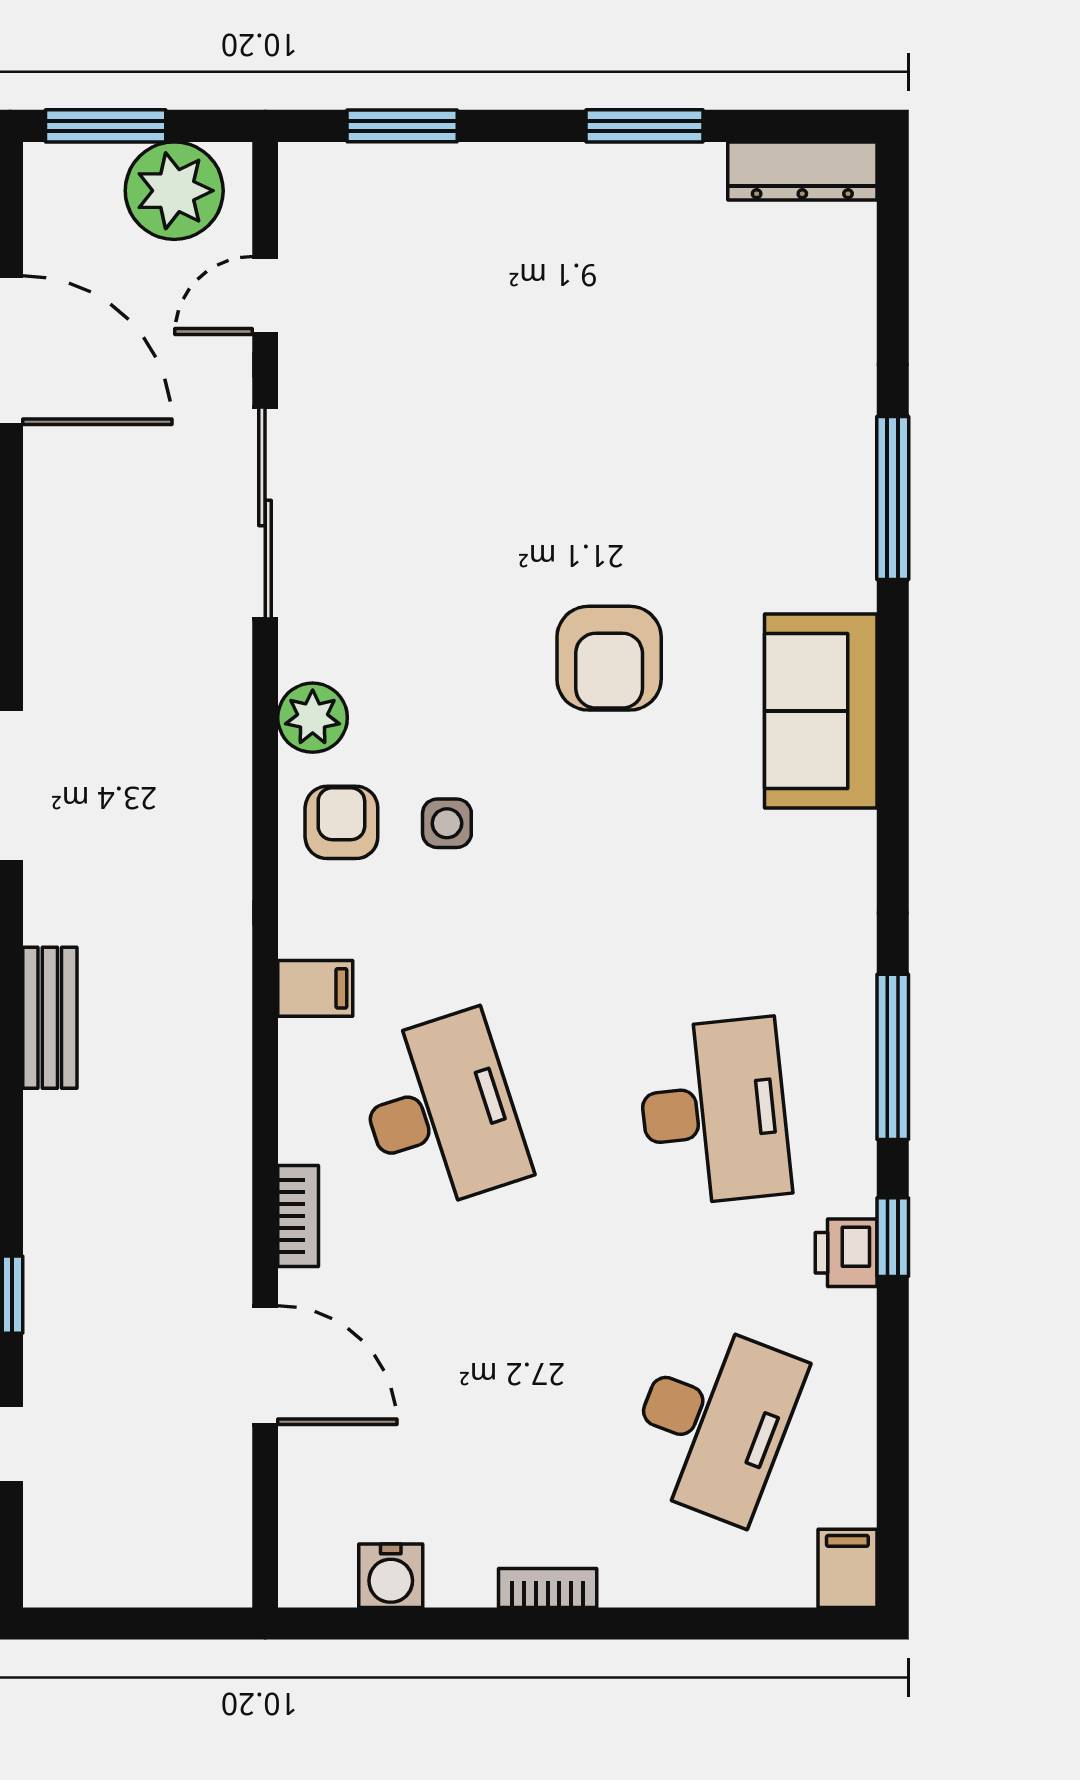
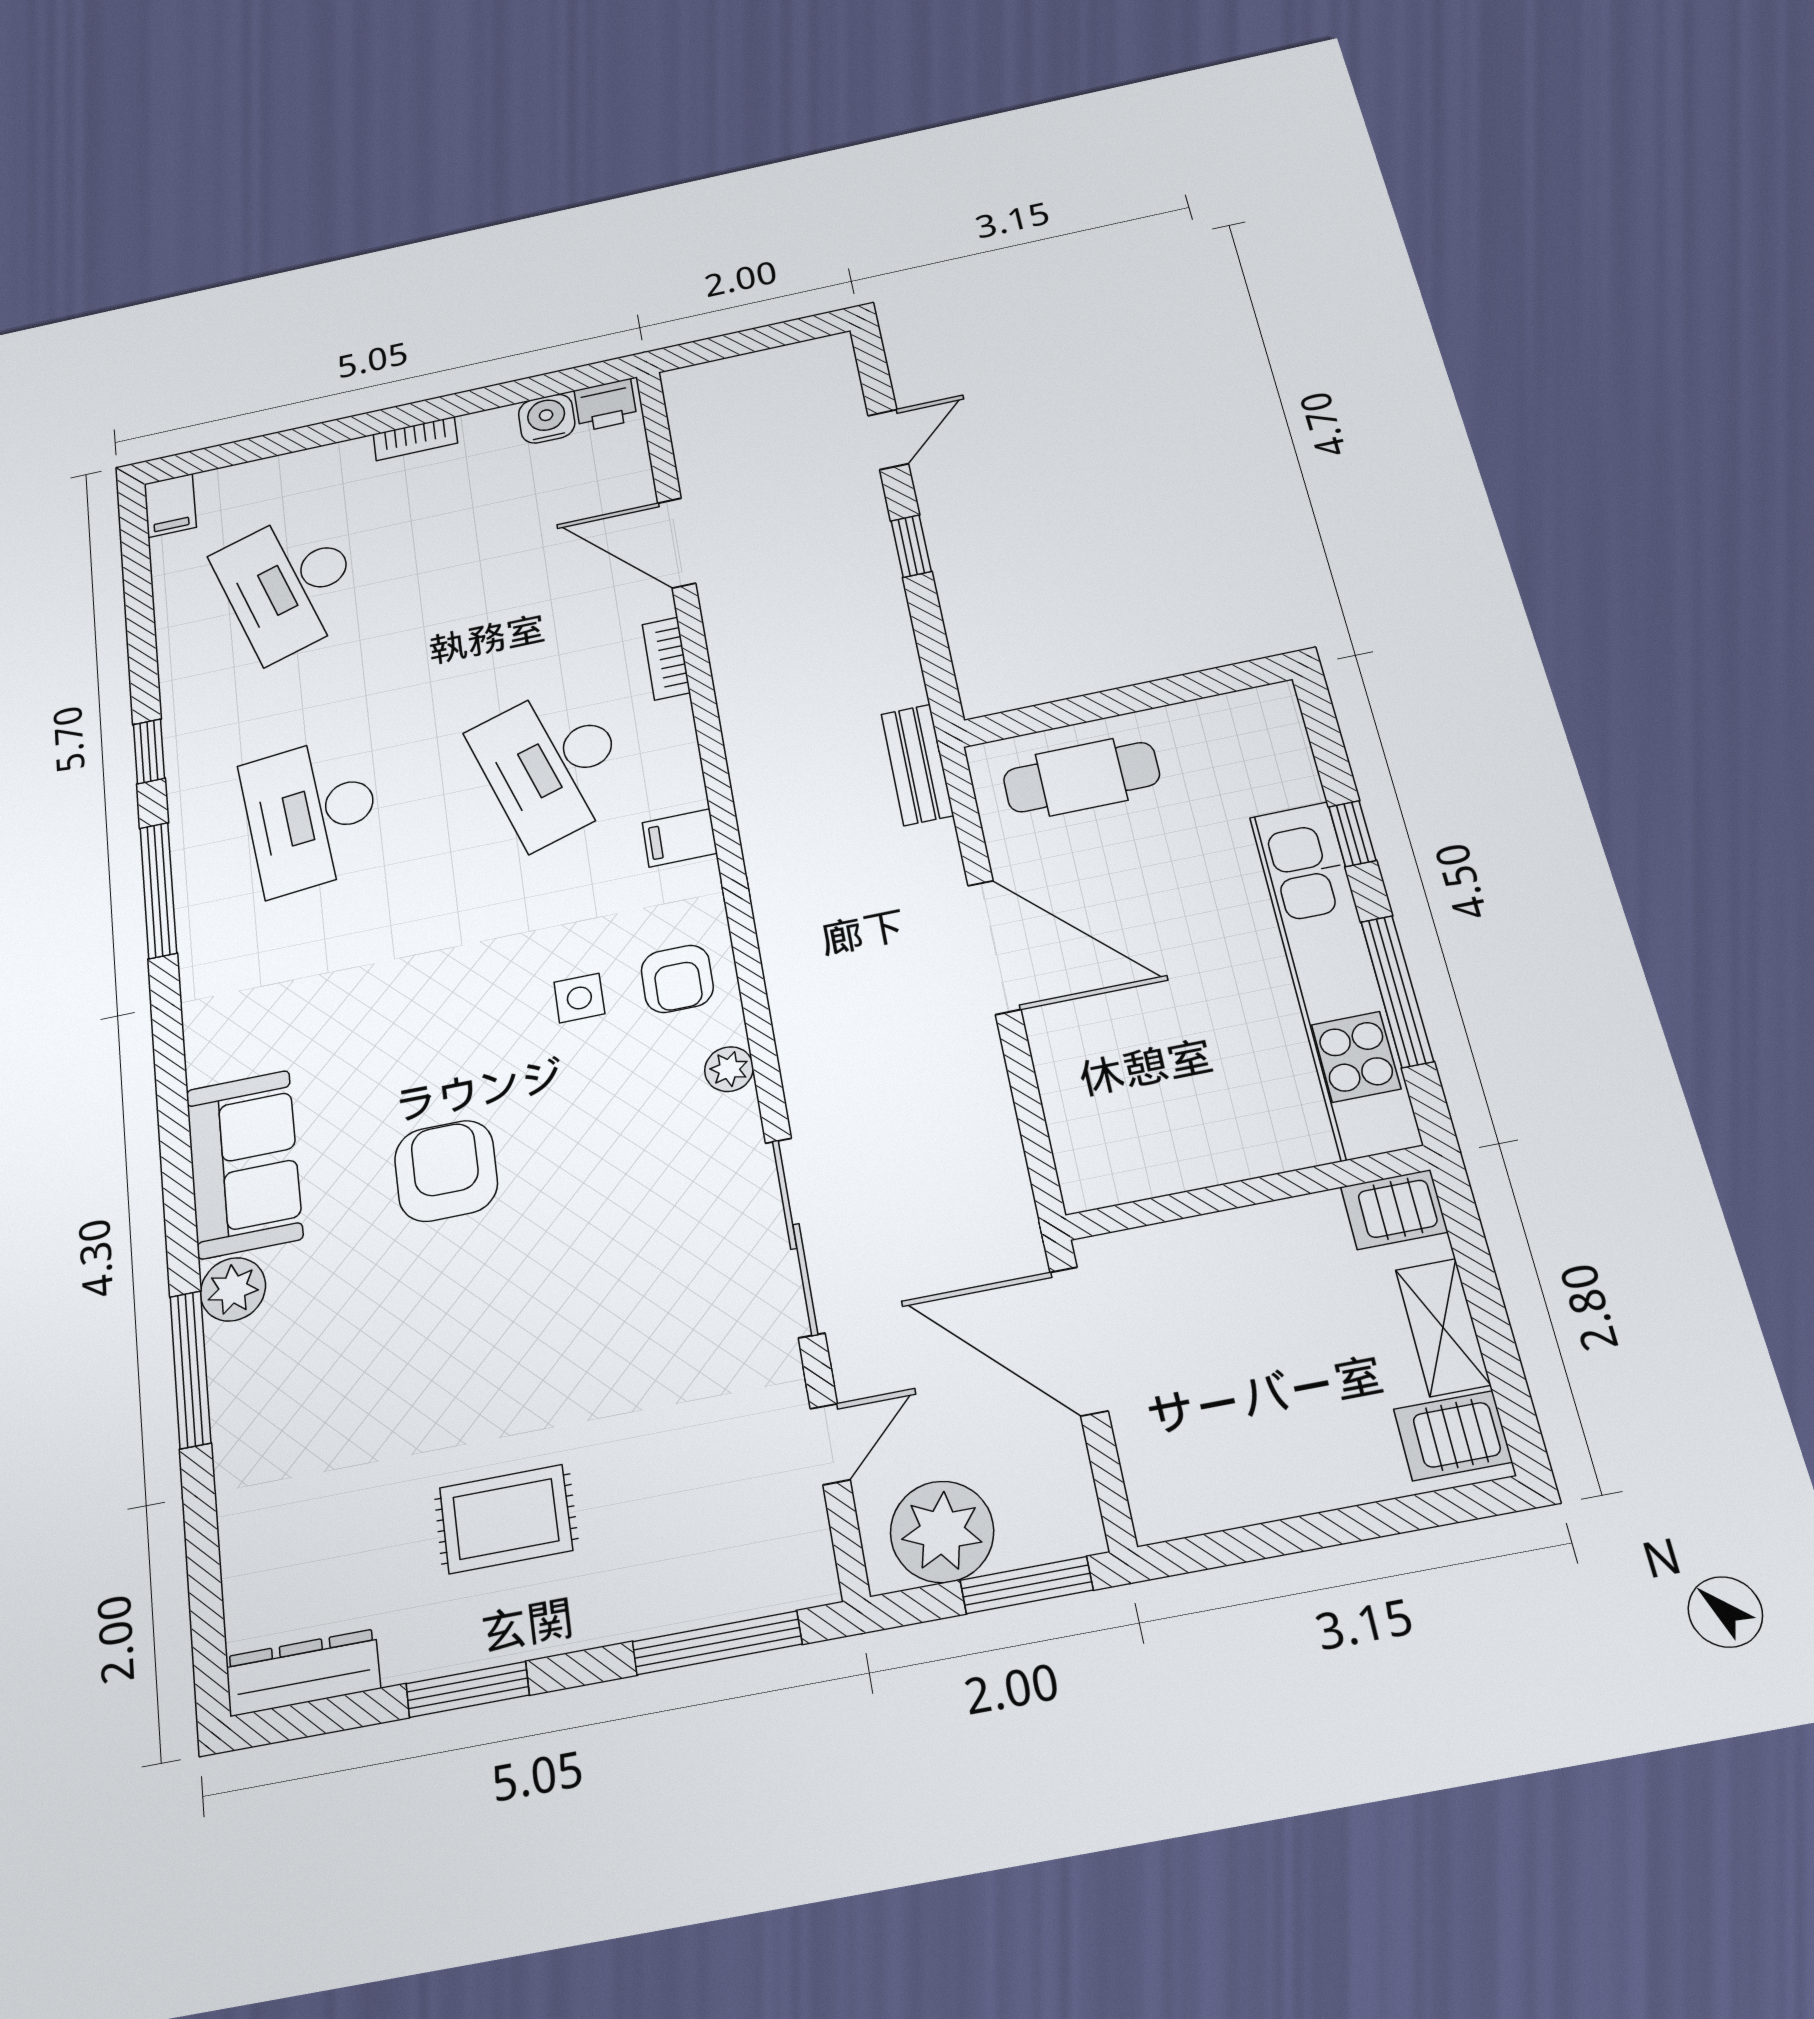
window: (402, 126) -> (717, 1643), width x1.44
rug: (589, 283) -> (506, 1519), added
plant: (843, 575) -> (233, 1289), added
plant: (313, 718) -> (729, 1069), width x0.73, depth x0.73
printer: (846, 1253) -> (606, 405), moved, turned 90
desk: (714, 1421) -> (290, 584), turned -39

